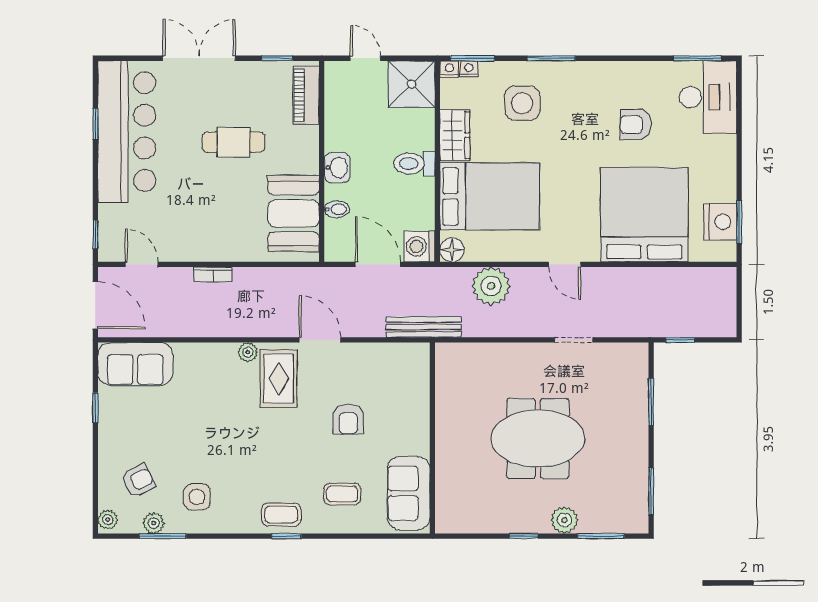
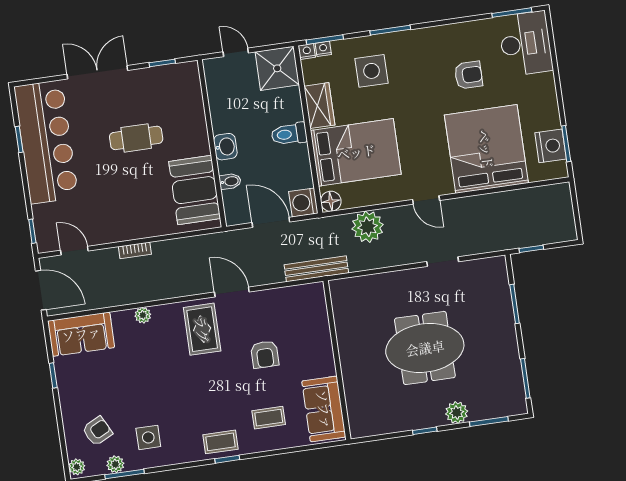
piano: (306, 95) -> (191, 90), removed
armchair: (636, 125) -> (468, 75), turned 180
plant: (248, 352) -> (143, 315), moved

